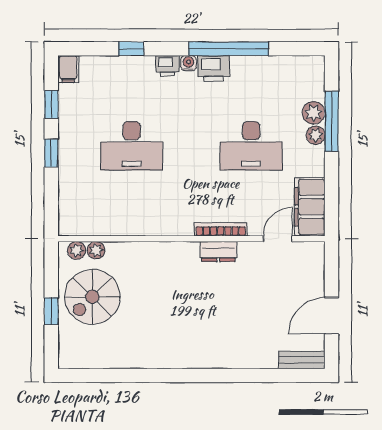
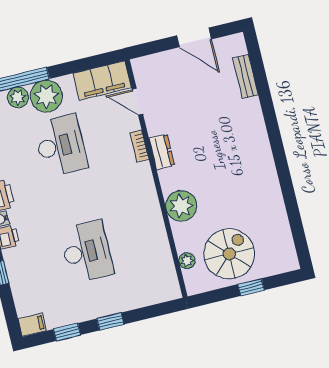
plant: (316, 135) -> (46, 96), width x1.88, depth x1.88
bookcase: (221, 229) -> (139, 146), width x0.64
plant: (77, 250) -> (181, 206), moved, width x1.88, depth x1.88
spiral stairs: (92, 297) -> (229, 254), turned -90
bench: (302, 360) -> (245, 77), moved

